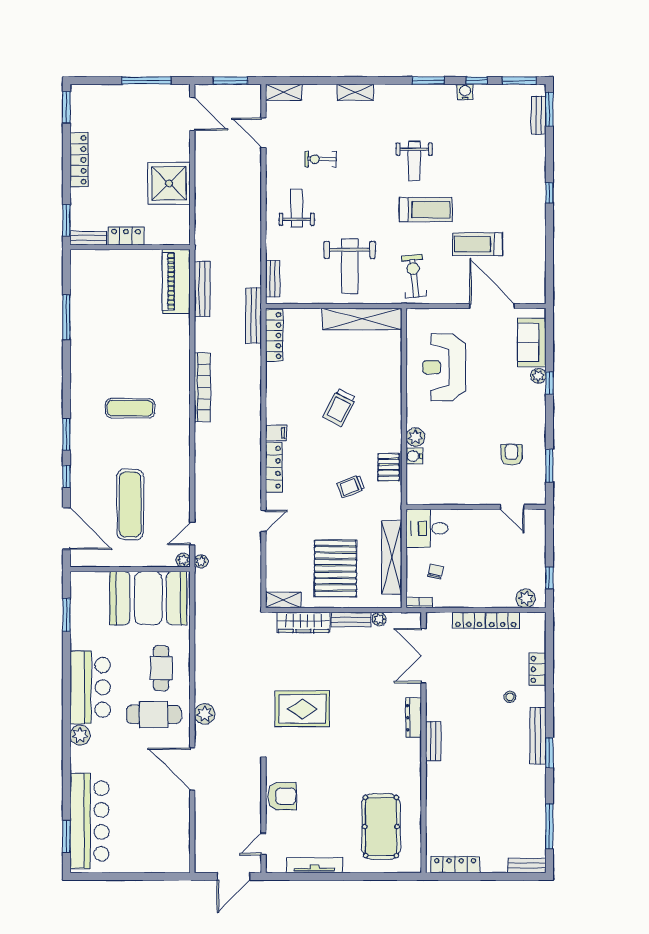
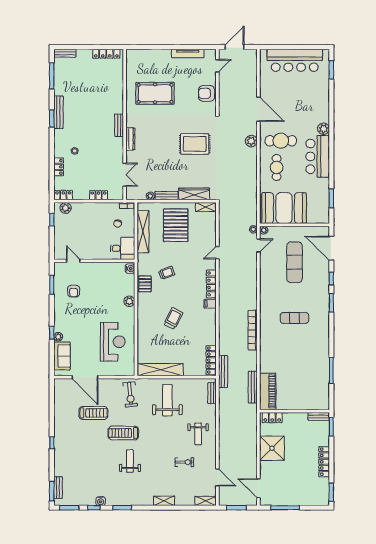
locker: (126, 236) -> (272, 418), moved
water cooler: (414, 456) -> (130, 269), moved
locker: (503, 620) -> (63, 195), moved
double door: (423, 656) -> (125, 175), width x0.73
bench: (538, 736) -> (58, 112), moved
bar counter: (89, 821) -> (295, 60), moved, turned -90
pool table: (381, 827) -> (155, 93), moved, turned 90

